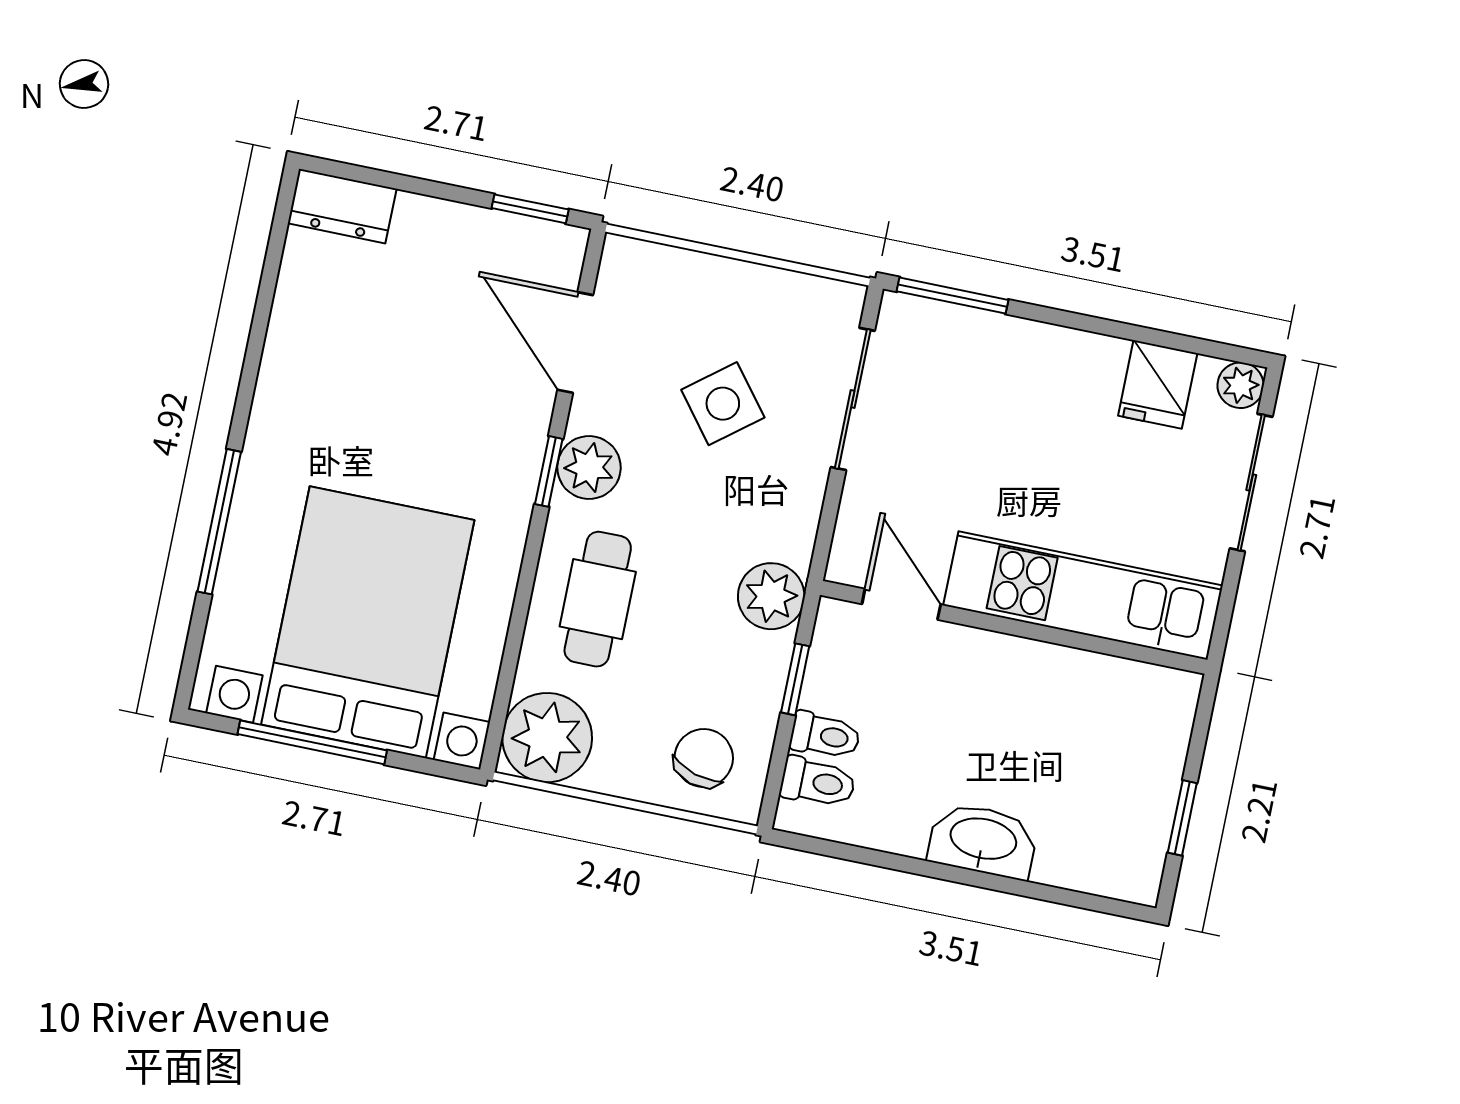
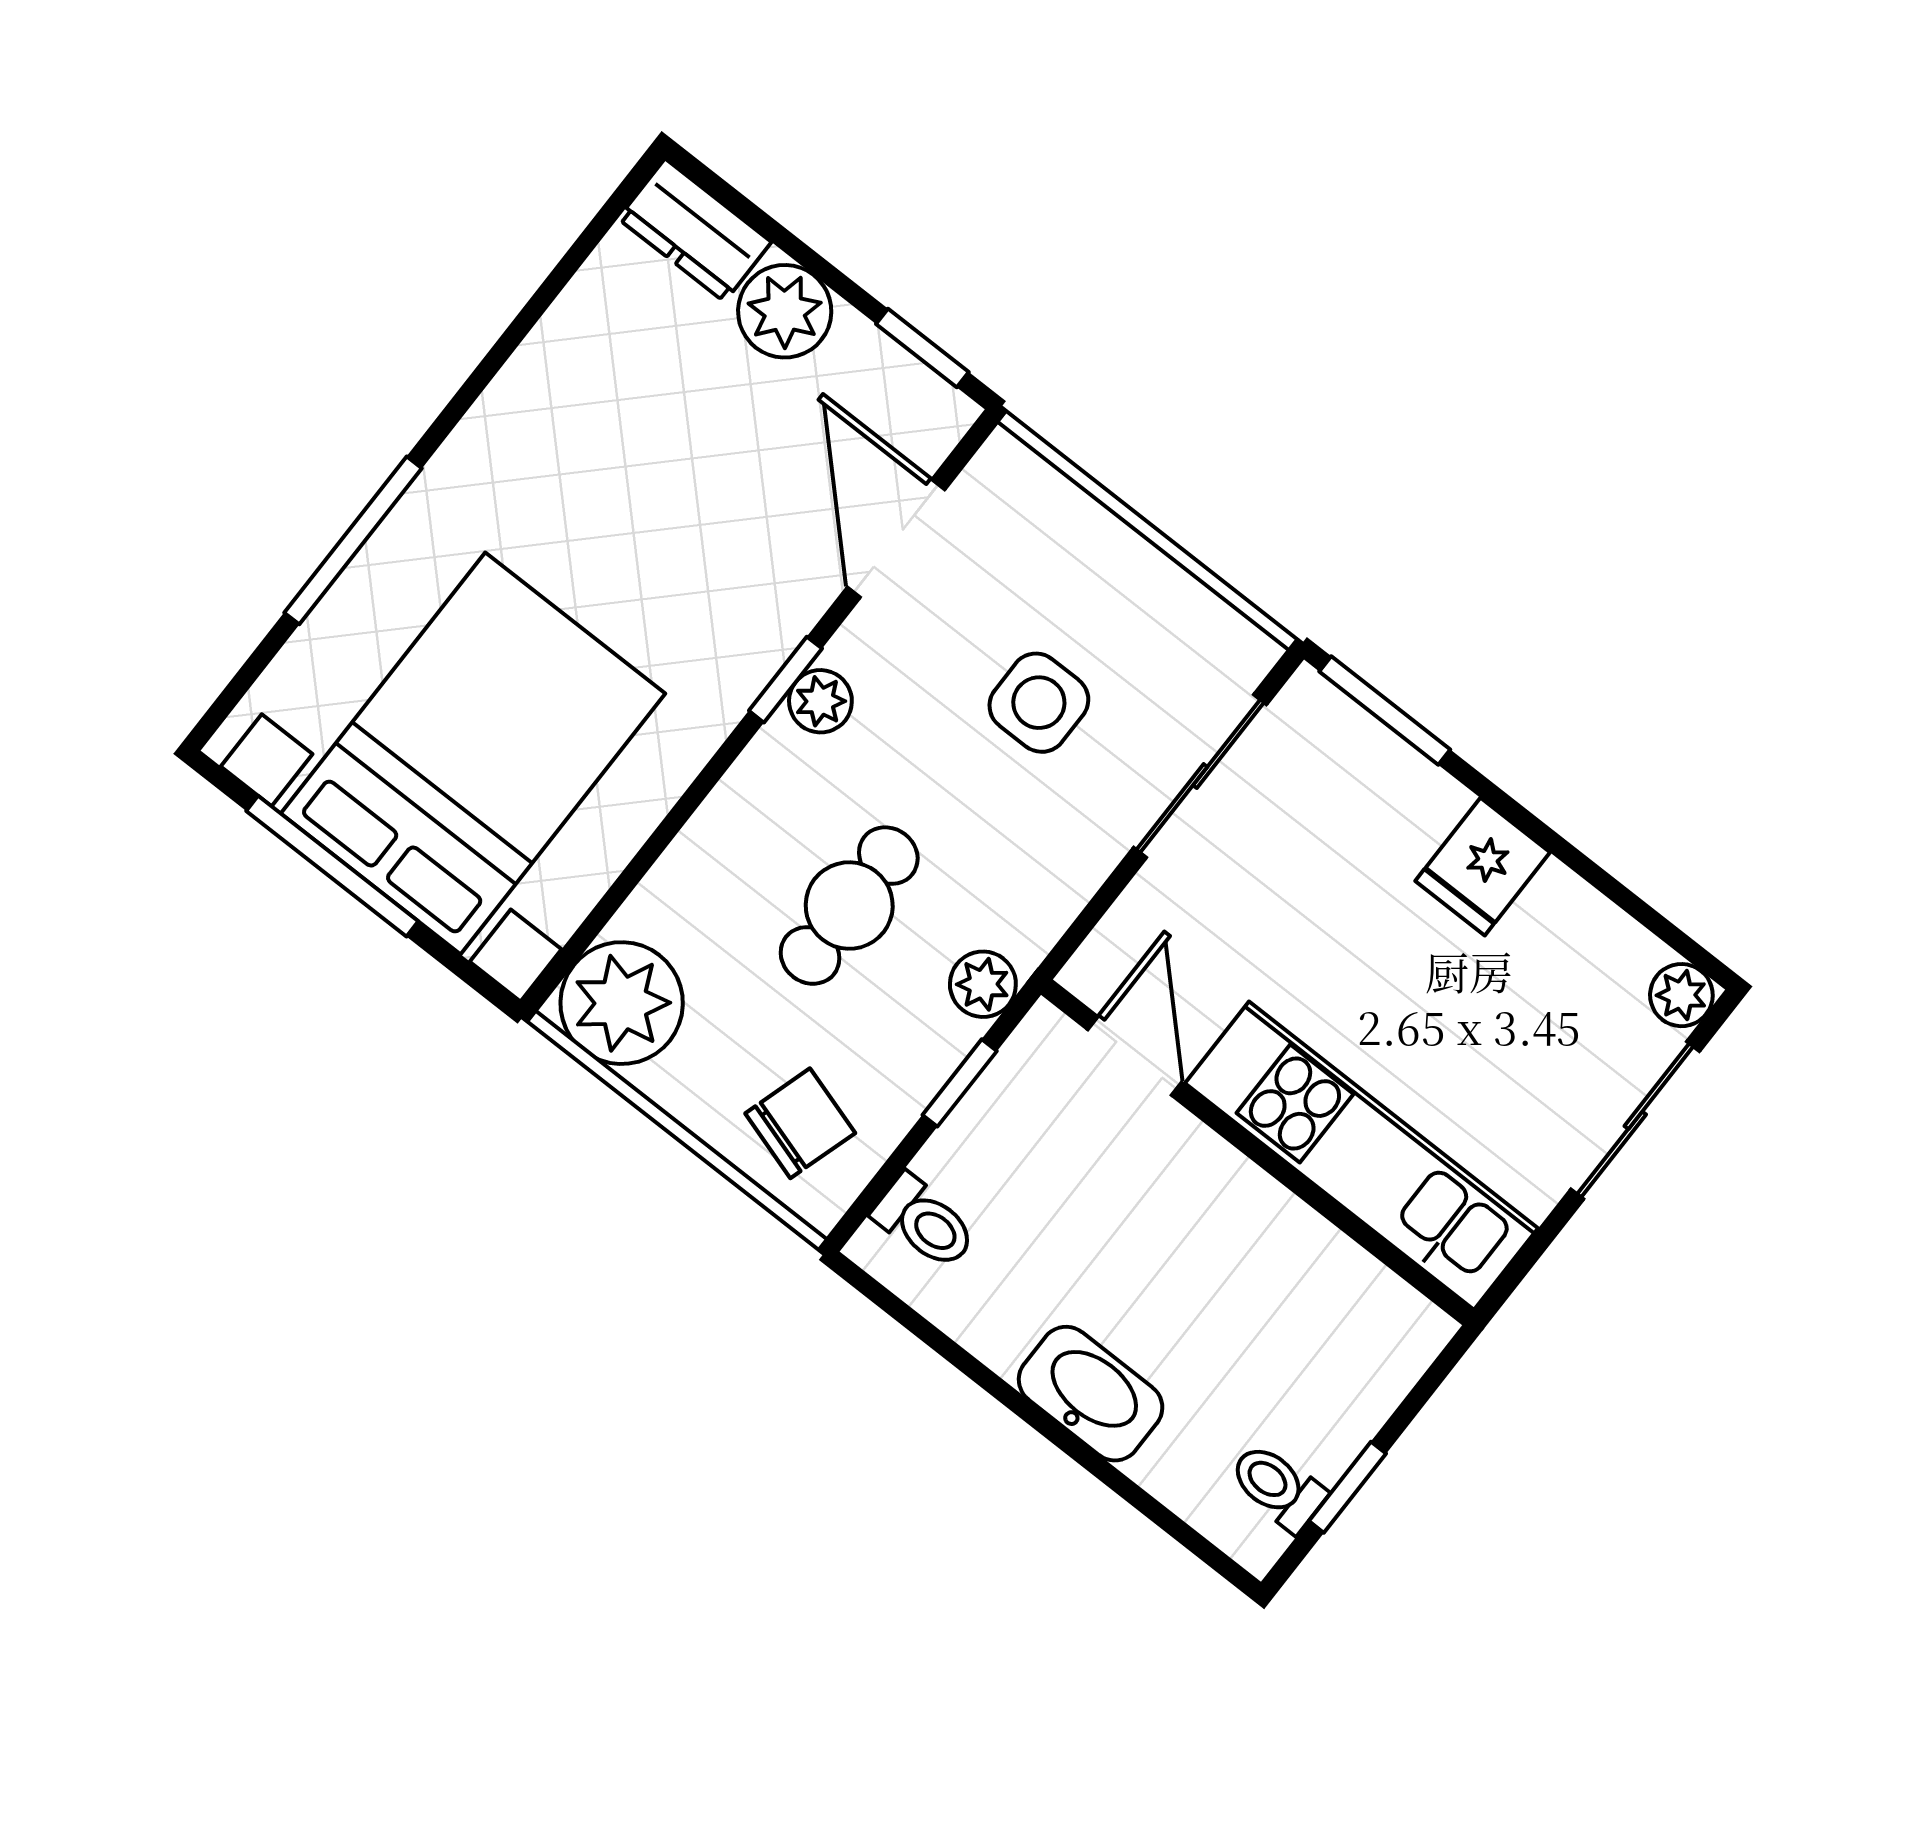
plant: (428, 230) -> (785, 311), added
fridge: (1158, 384) -> (1483, 867), moved
side table: (723, 404) -> (1039, 703), turned 38
plant: (589, 468) -> (820, 701), width x0.73, depth x0.73
plant: (771, 596) -> (983, 984), width x0.73, depth x0.73
cafe table: (598, 599) -> (849, 906), moved
toilet: (825, 735) -> (1278, 1487), moved, turned 180

